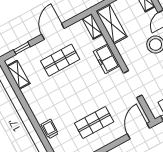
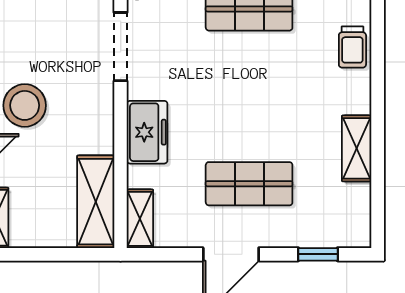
shelving: (18, 75) -> (357, 148), moved

